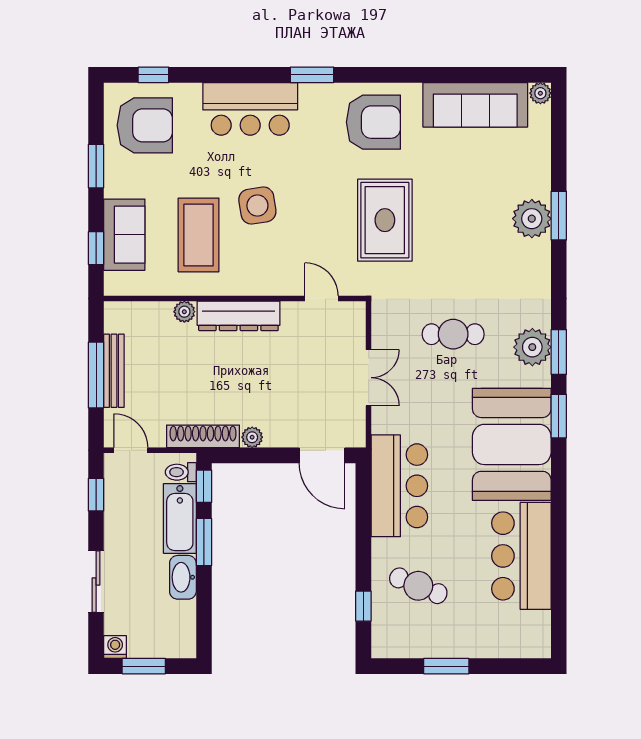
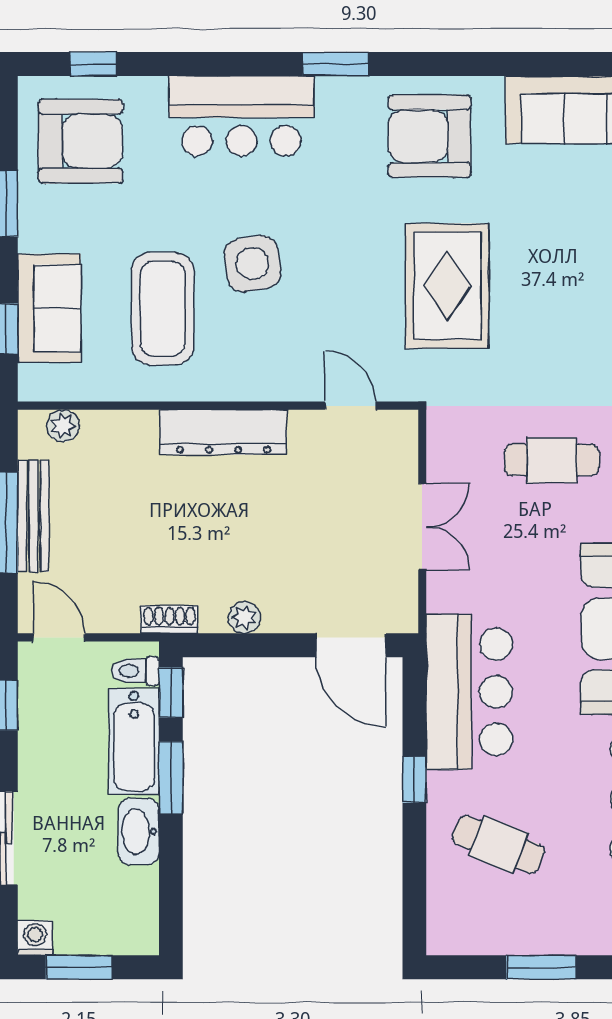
armchair: (373, 122) -> (430, 136), turned 180
plant: (184, 312) -> (63, 426), moved
shoe rack: (203, 436) -> (169, 620), width x0.51, depth x0.81
window: (363, 606) -> (414, 780), moved

